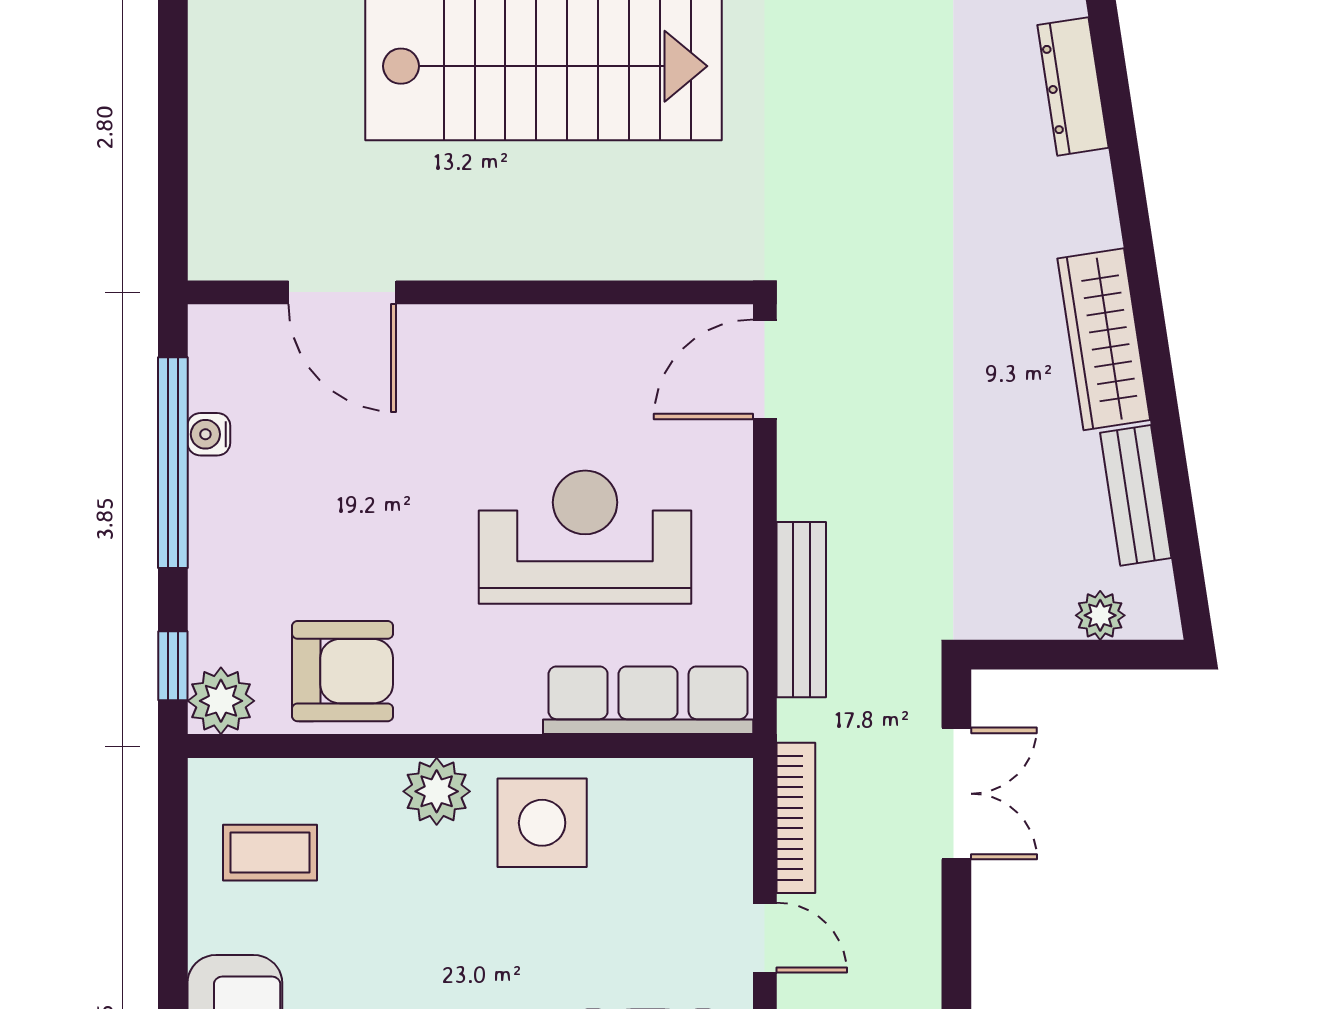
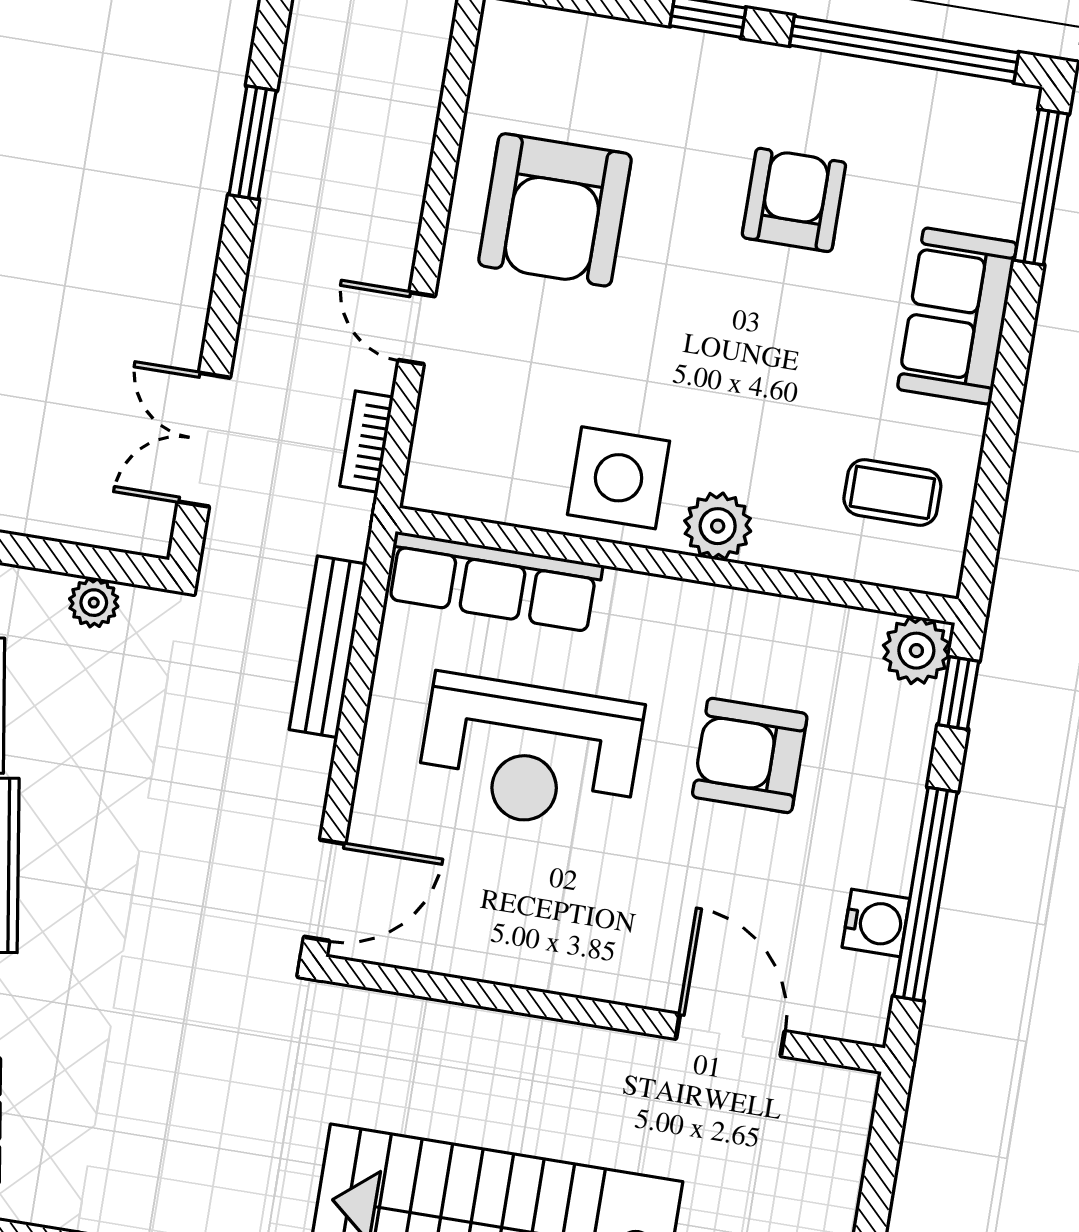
water cooler: (209, 434) -> (876, 923), width x1.38, depth x1.38
plant: (1100, 615) -> (94, 603), moved
armchair: (343, 671) -> (750, 755), moved
bookcase: (796, 818) -> (367, 442), width x0.64

